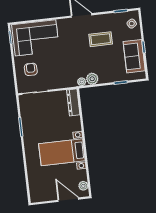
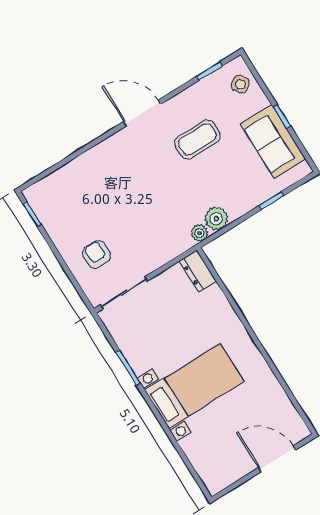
corner sofa: (36, 38) -> (78, 193), removed
dresser: (73, 102) -> (198, 271), width x0.70
bed with nightstands: (62, 152) -> (194, 386), moved, turned 180
plant: (83, 186) -> (293, 421), removed

